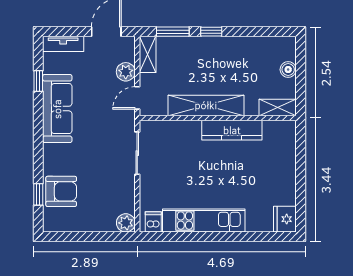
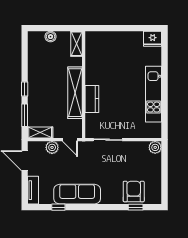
kitchen counter: (232, 130) -> (92, 99), moved, width x0.67
dishwasher: (153, 222) -> (155, 129), removed

